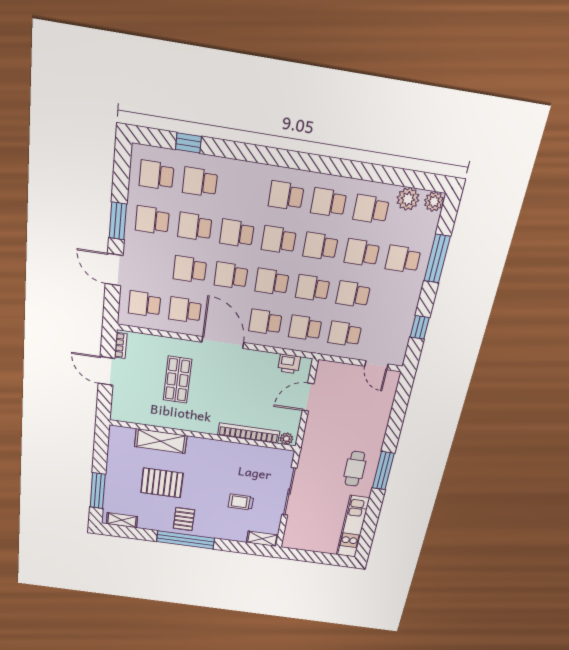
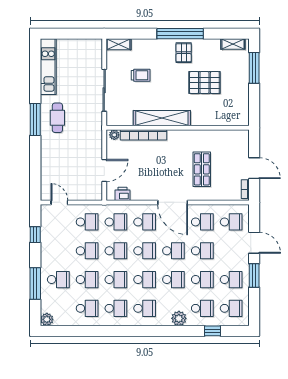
plant: (408, 199) -> (179, 318), moved
shelving: (161, 441) -> (162, 118), moved, width x1.47

